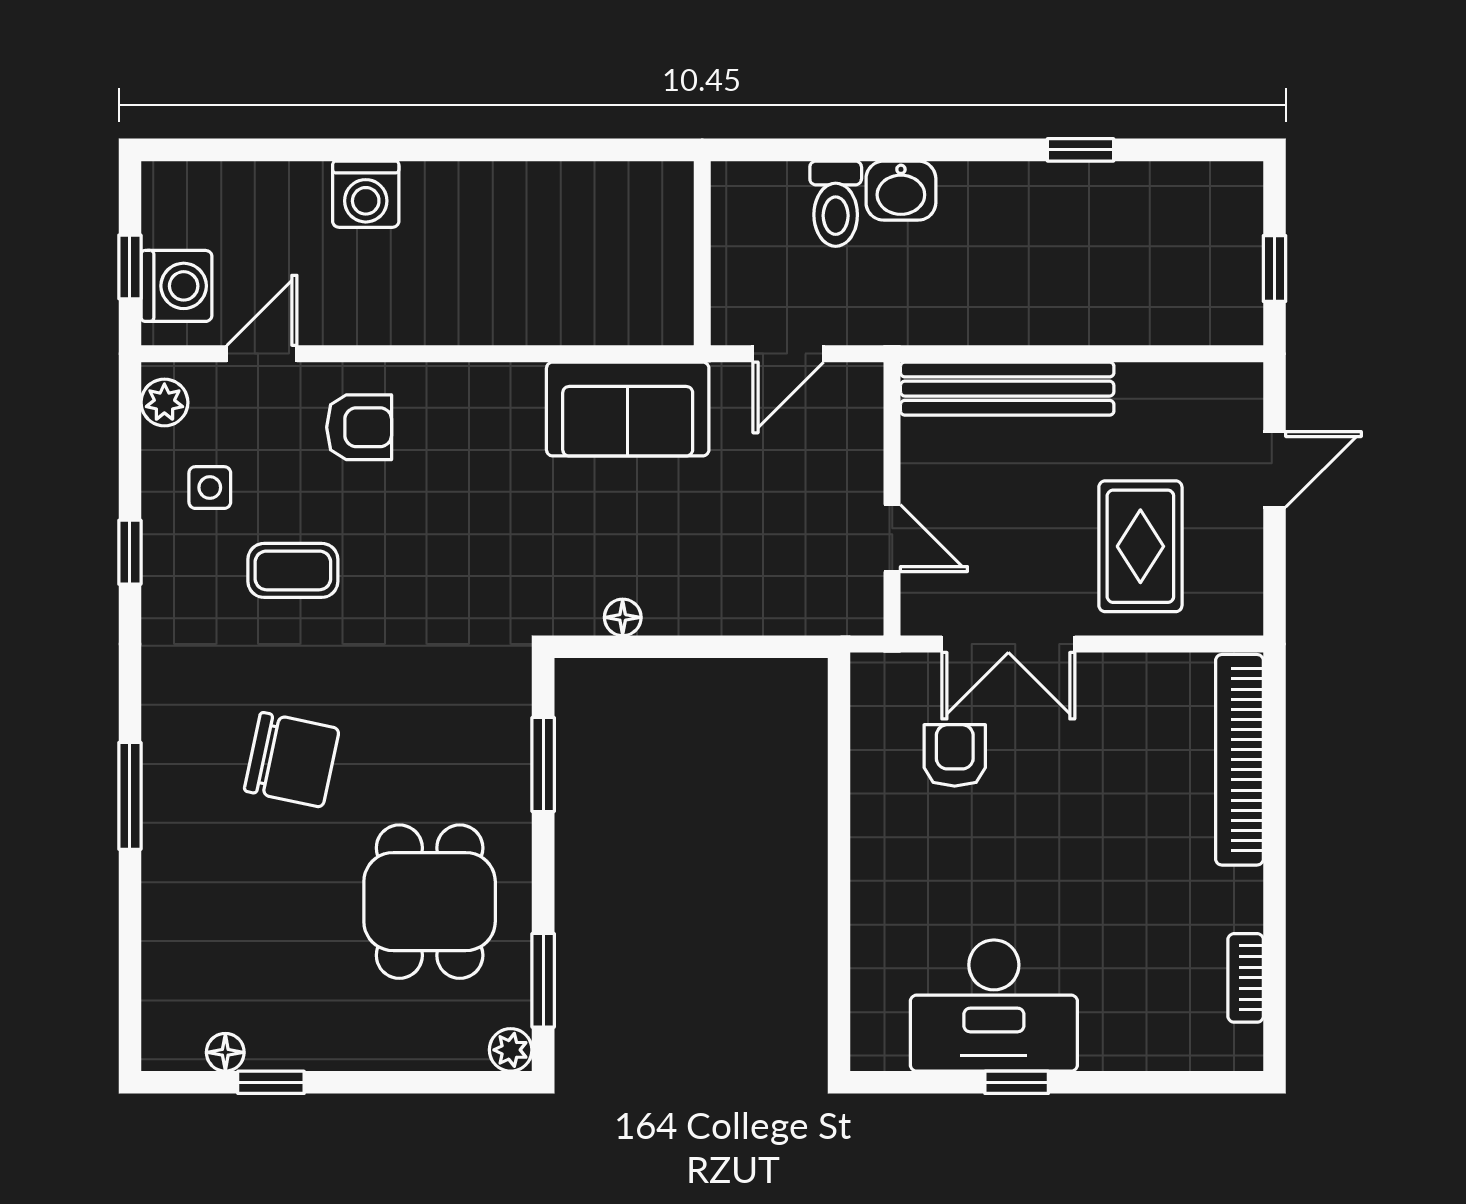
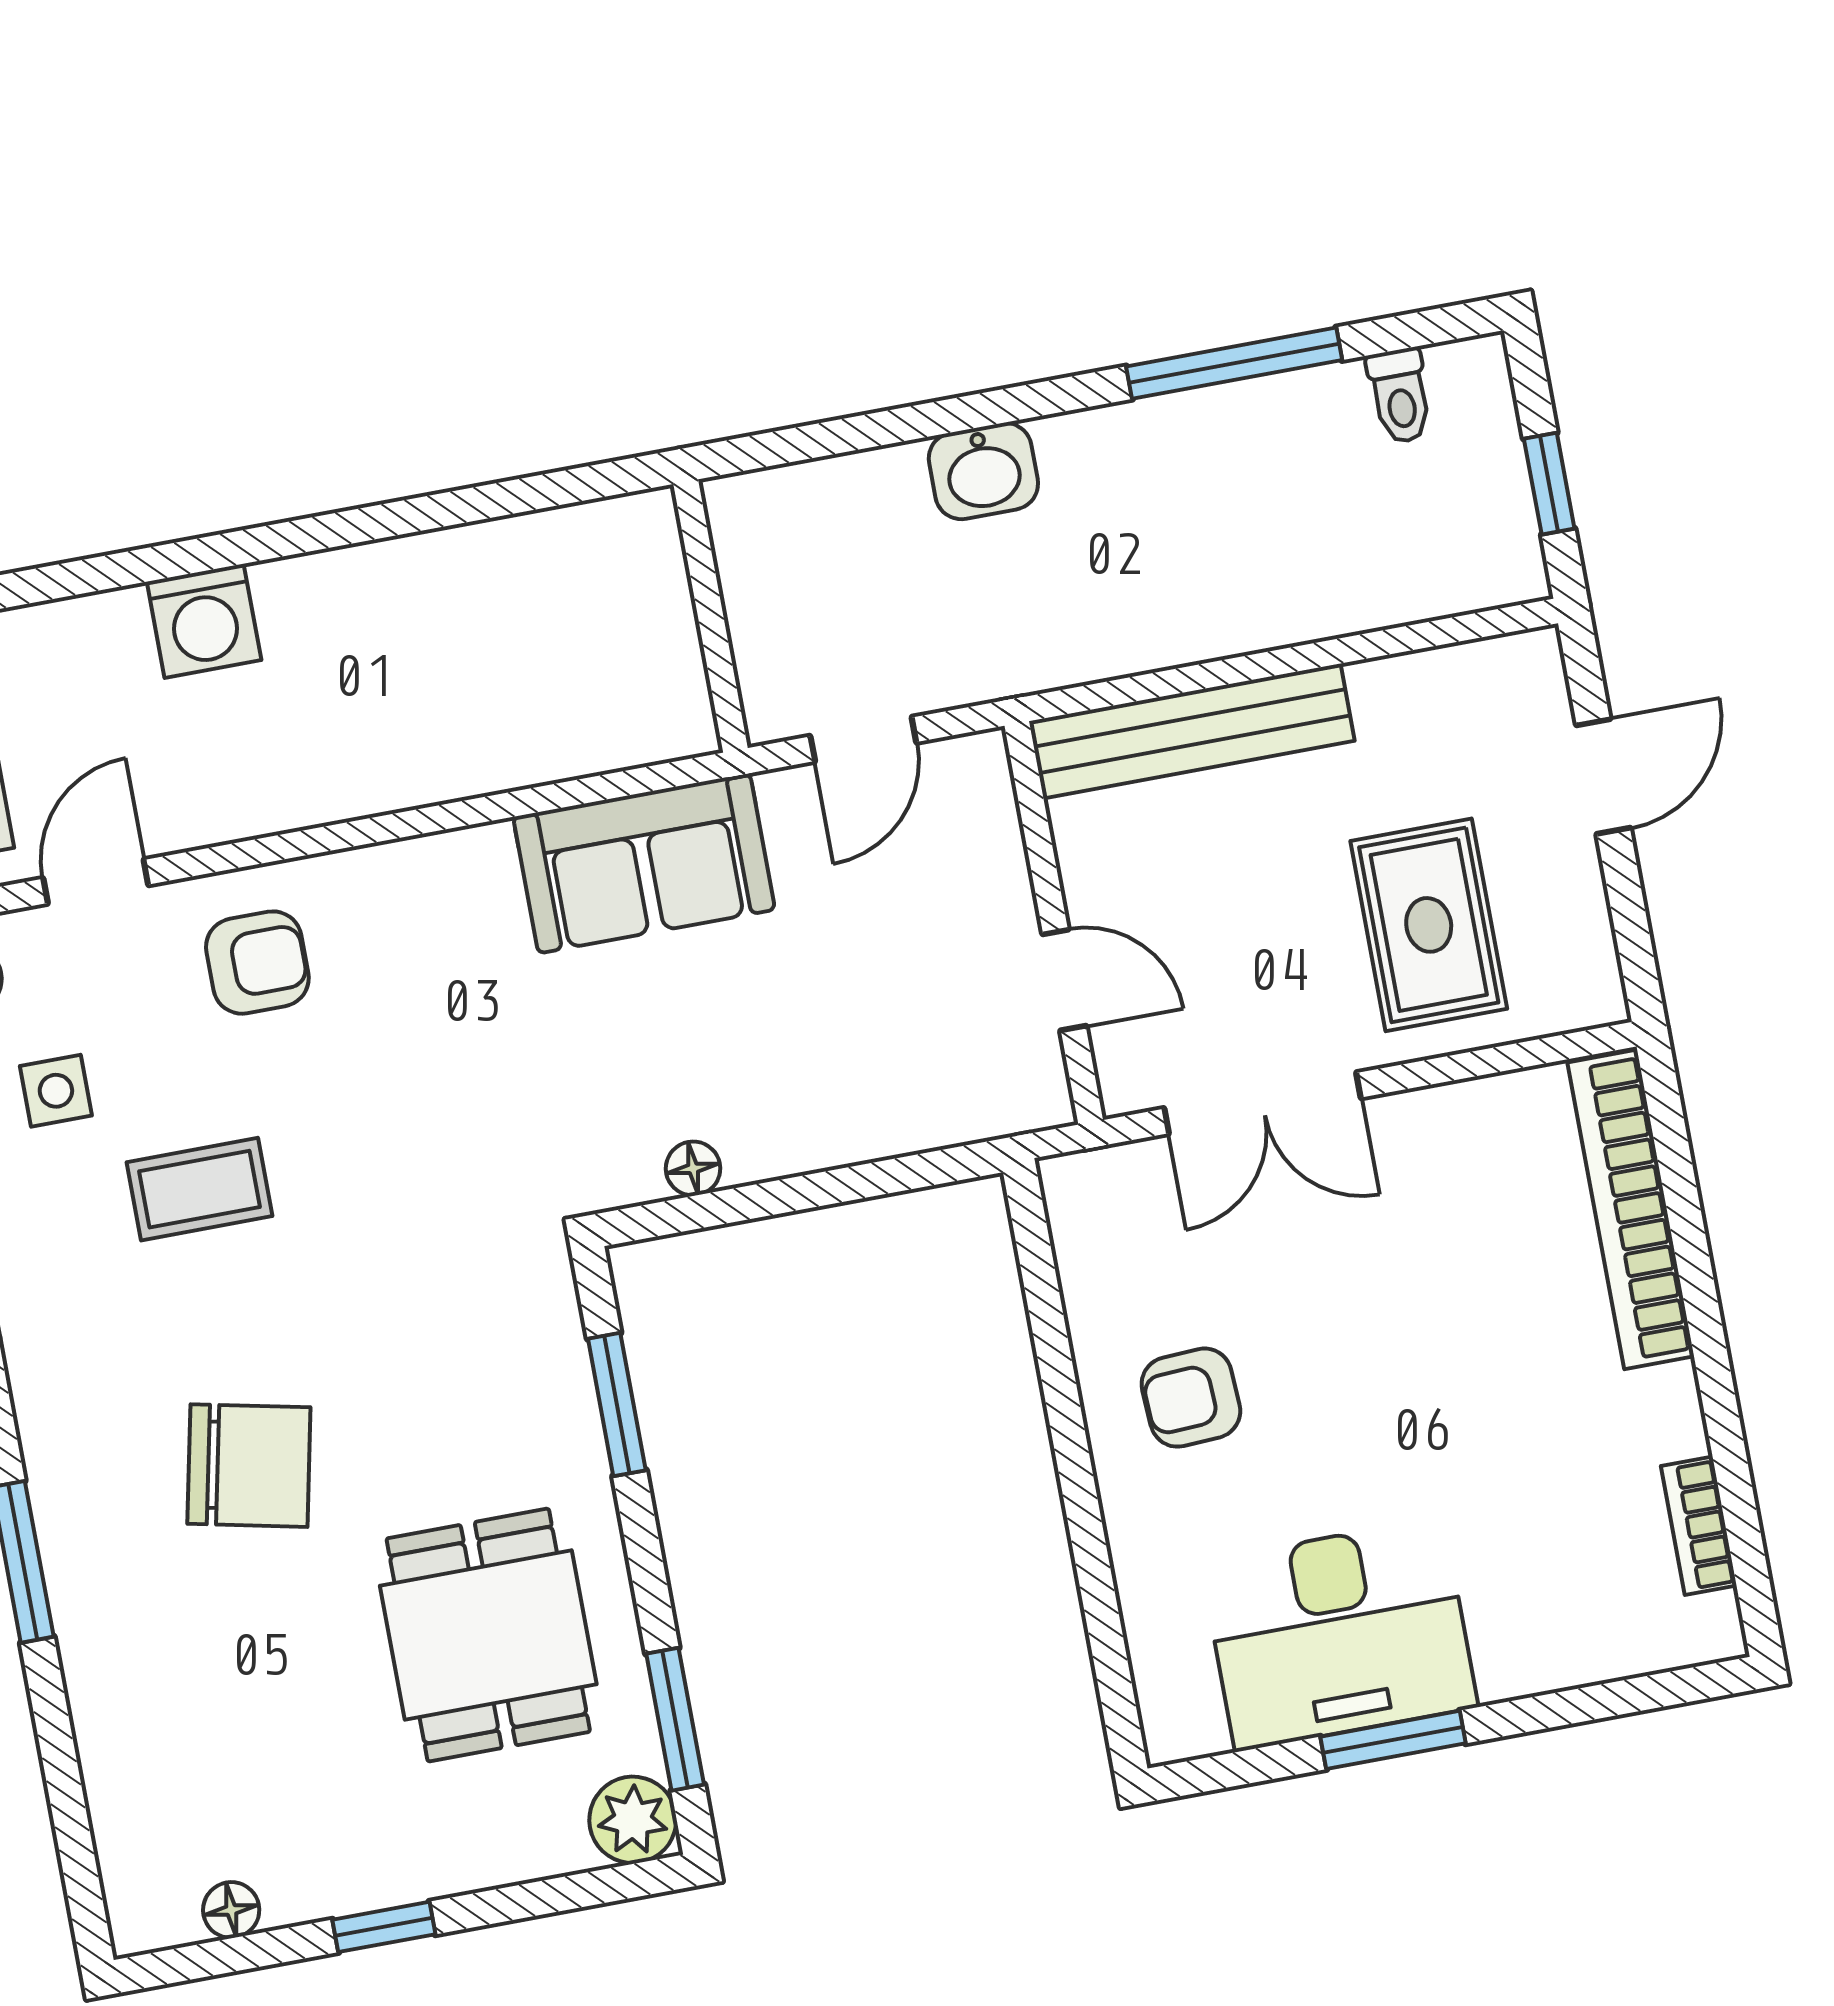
window: (1080, 150) -> (1234, 363), width x2.17
toilet: (836, 204) -> (1400, 396), moved, width x0.73, depth x0.72
armchair: (955, 755) -> (1191, 1398), moved, turned -93
plant: (511, 1050) -> (633, 1820), width x1.38, depth x1.38
window: (271, 1082) -> (384, 1927), moved
window: (1017, 1082) -> (1393, 1740), width x1.50

